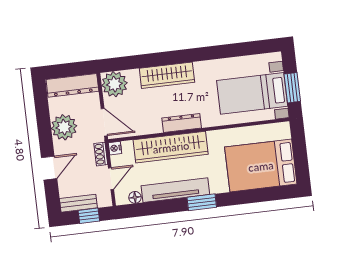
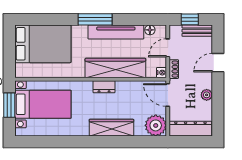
dresser: (182, 123) -> (104, 87), width x0.70
plant: (64, 127) -> (207, 95), width x0.53, depth x0.53
window: (202, 202) -> (95, 19), width x1.44

